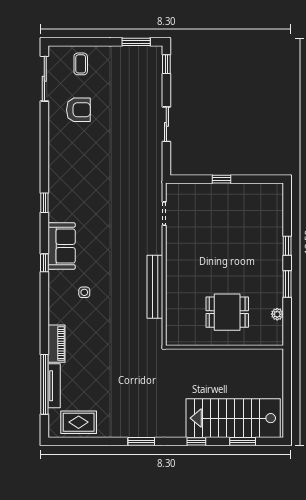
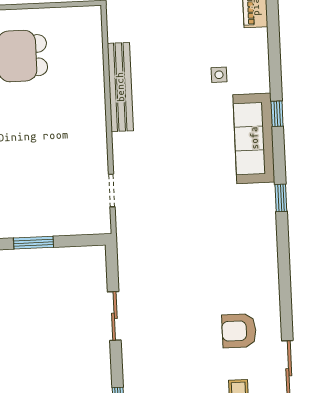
window: (222, 179) -> (33, 243), width x1.50
sofa: (62, 246) -> (254, 138), width x1.36

